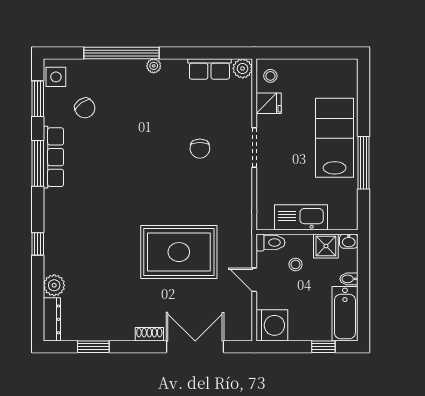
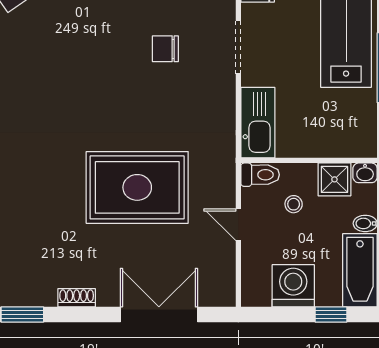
chair: (200, 149) -> (165, 49), turned 90
kitchen sink: (301, 217) -> (258, 123), moved, turned 90
washing machine: (272, 325) -> (293, 286), moved, turned -90
shoe rack: (149, 334) -> (77, 298), moved

